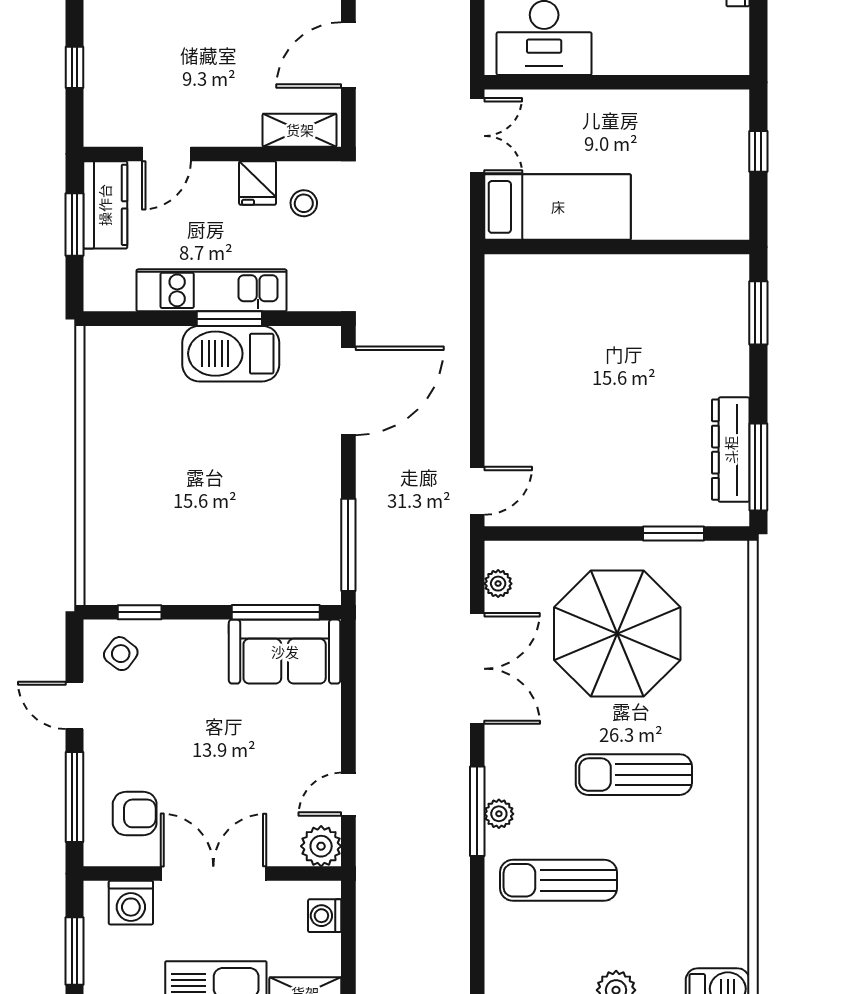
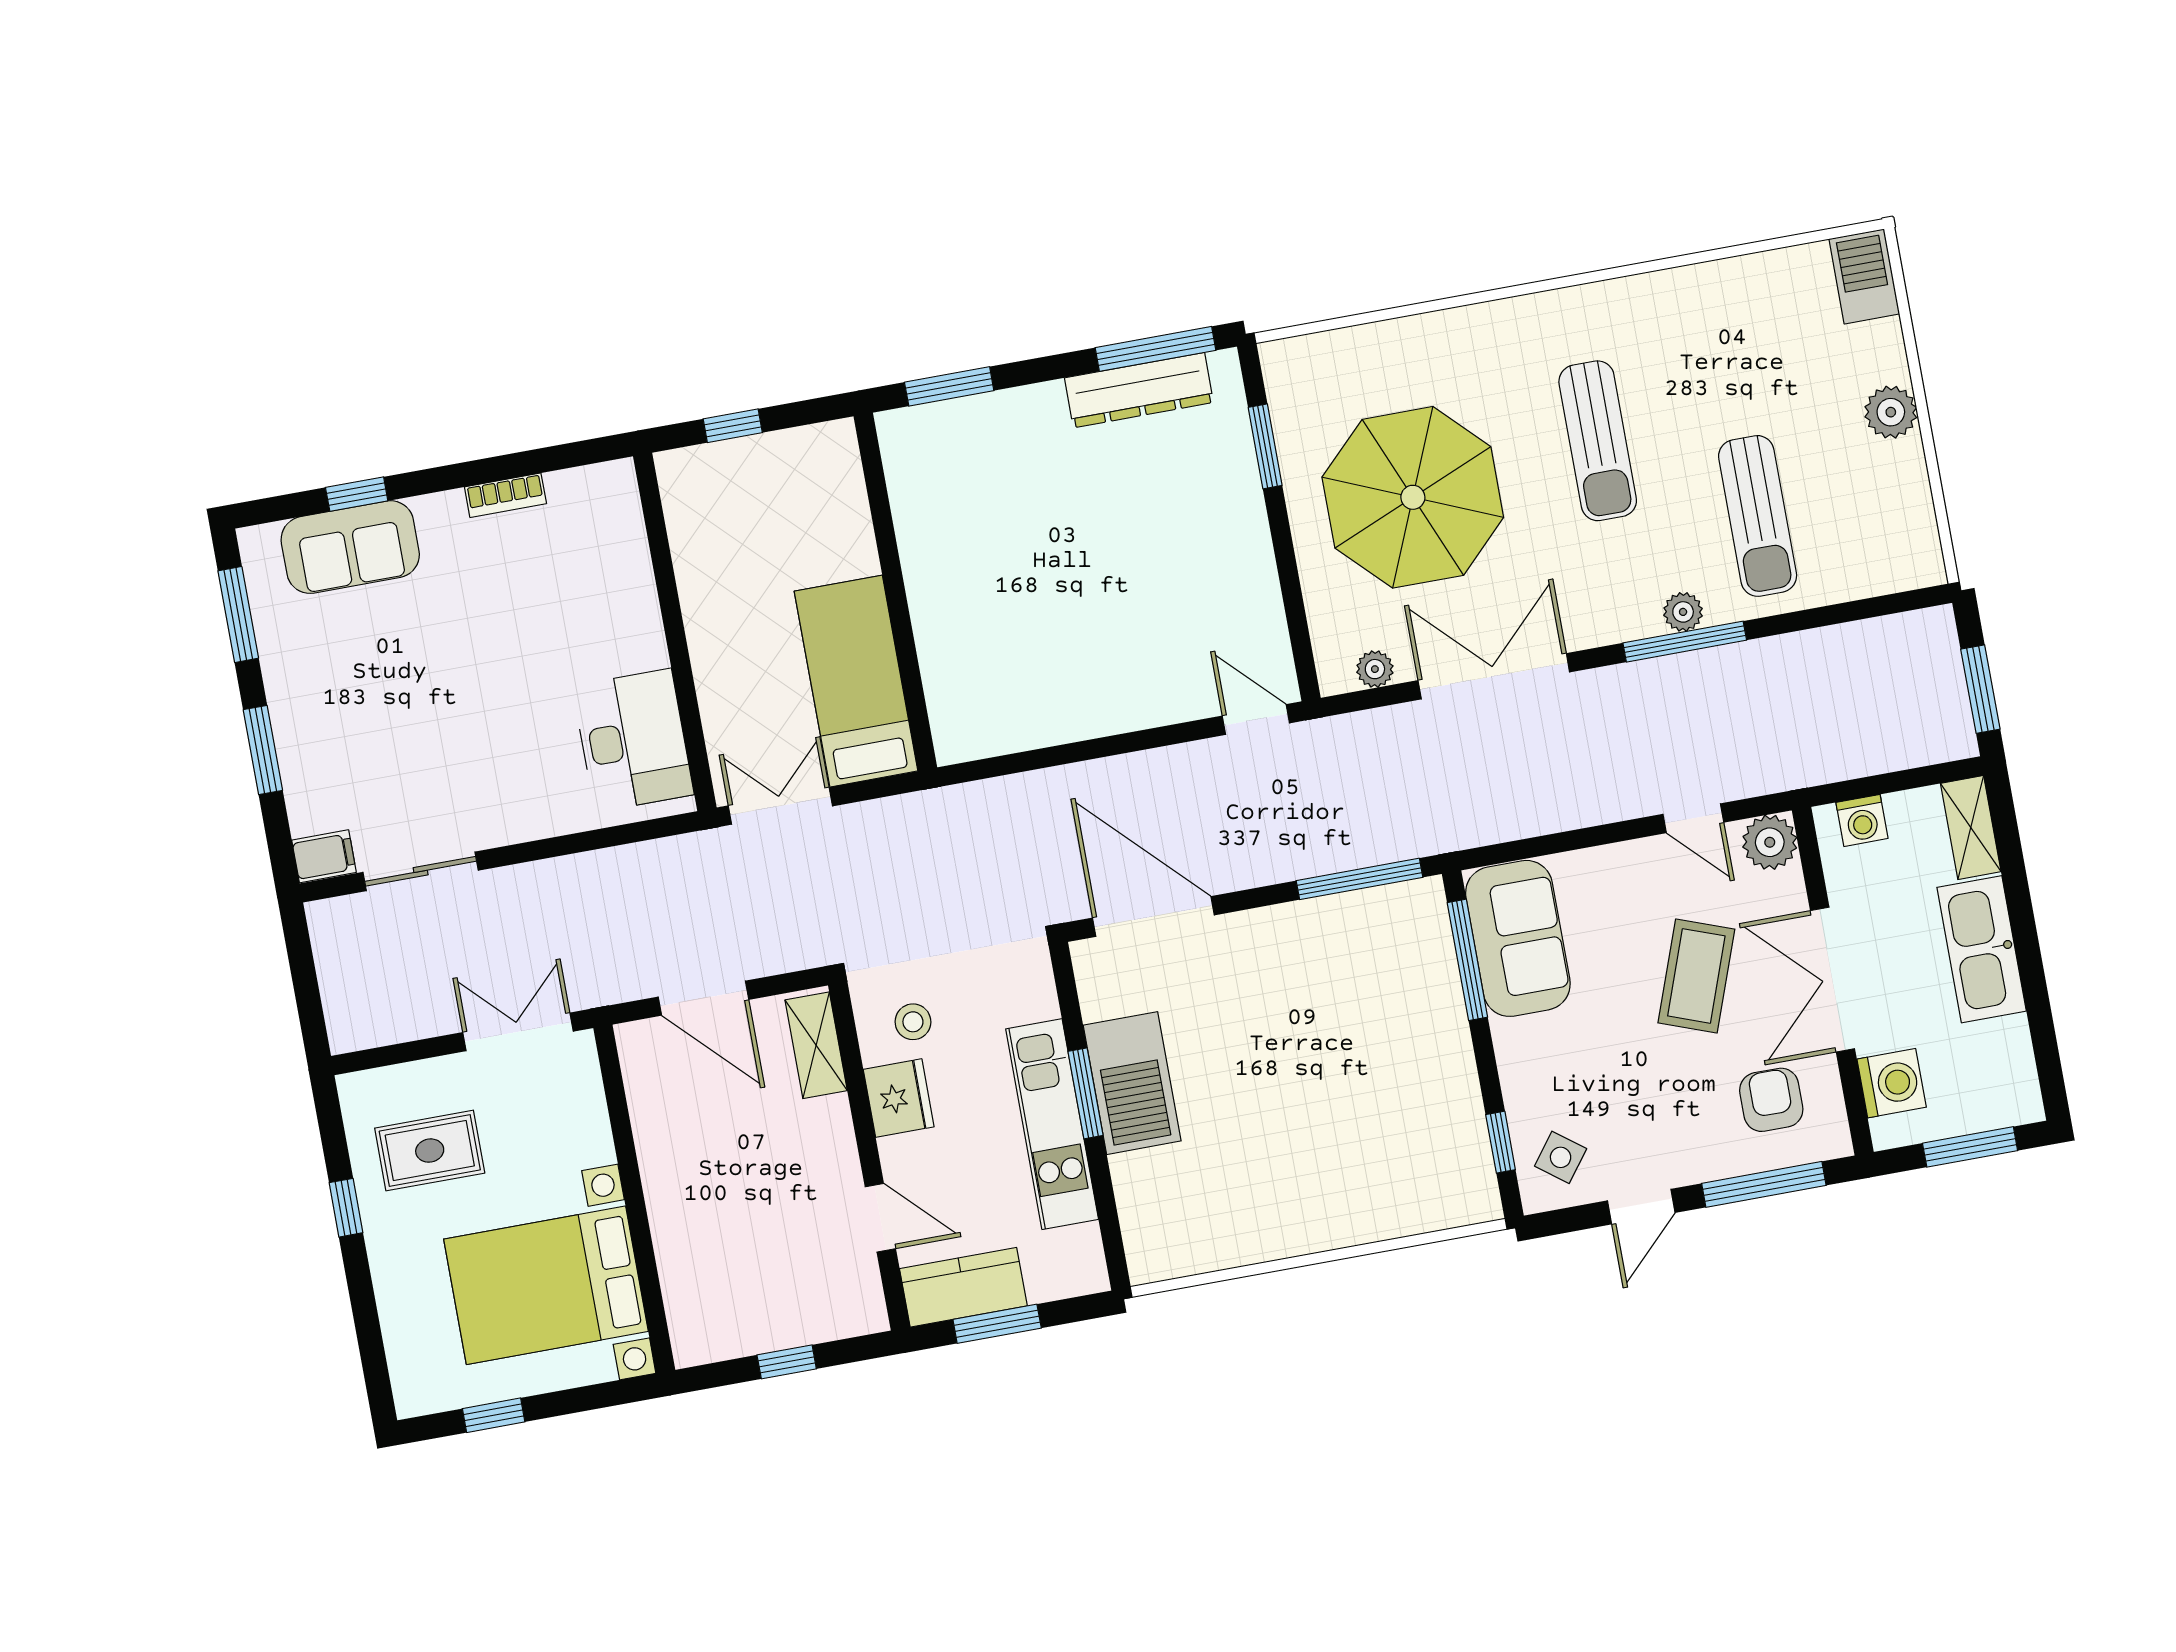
fridge: (258, 183) -> (899, 1098), width x1.38
coffee table: (234, 776) -> (1696, 976), added

